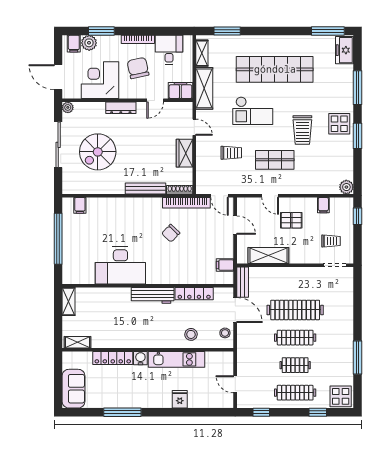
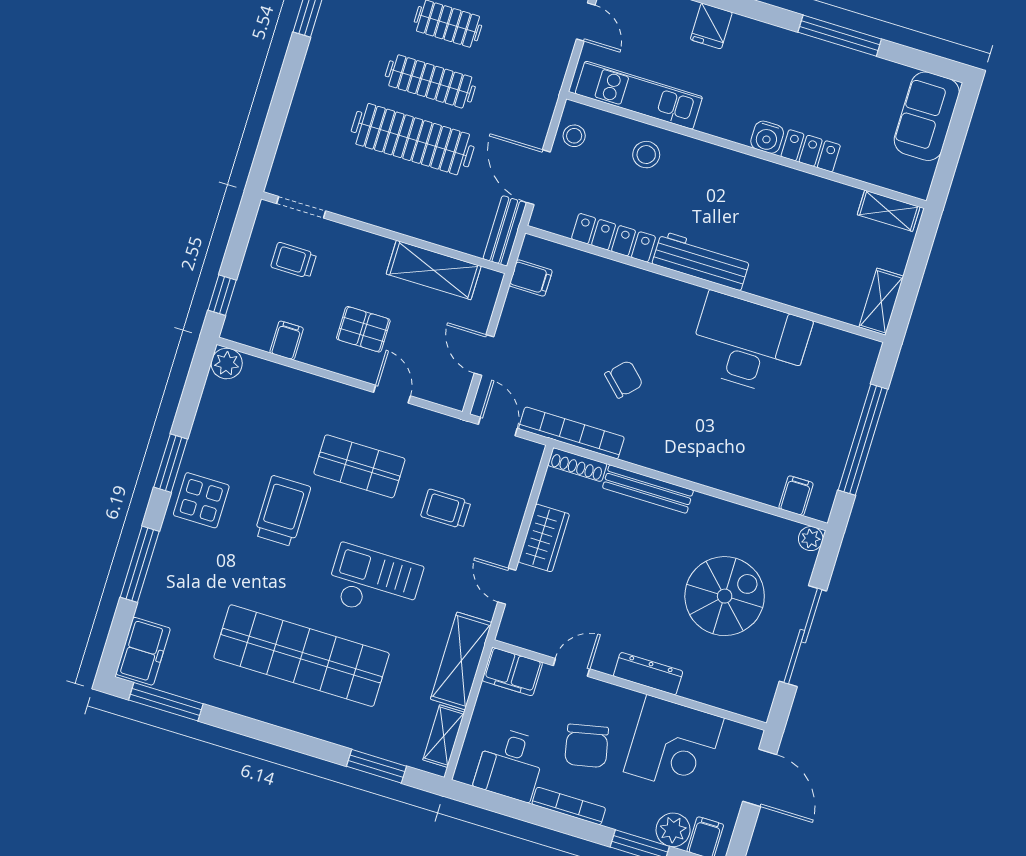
plant: (68, 107) -> (811, 539), moved
locker: (113, 358) -> (811, 151), width x0.66
kitchen unit: (176, 359) -> (639, 95), moved

